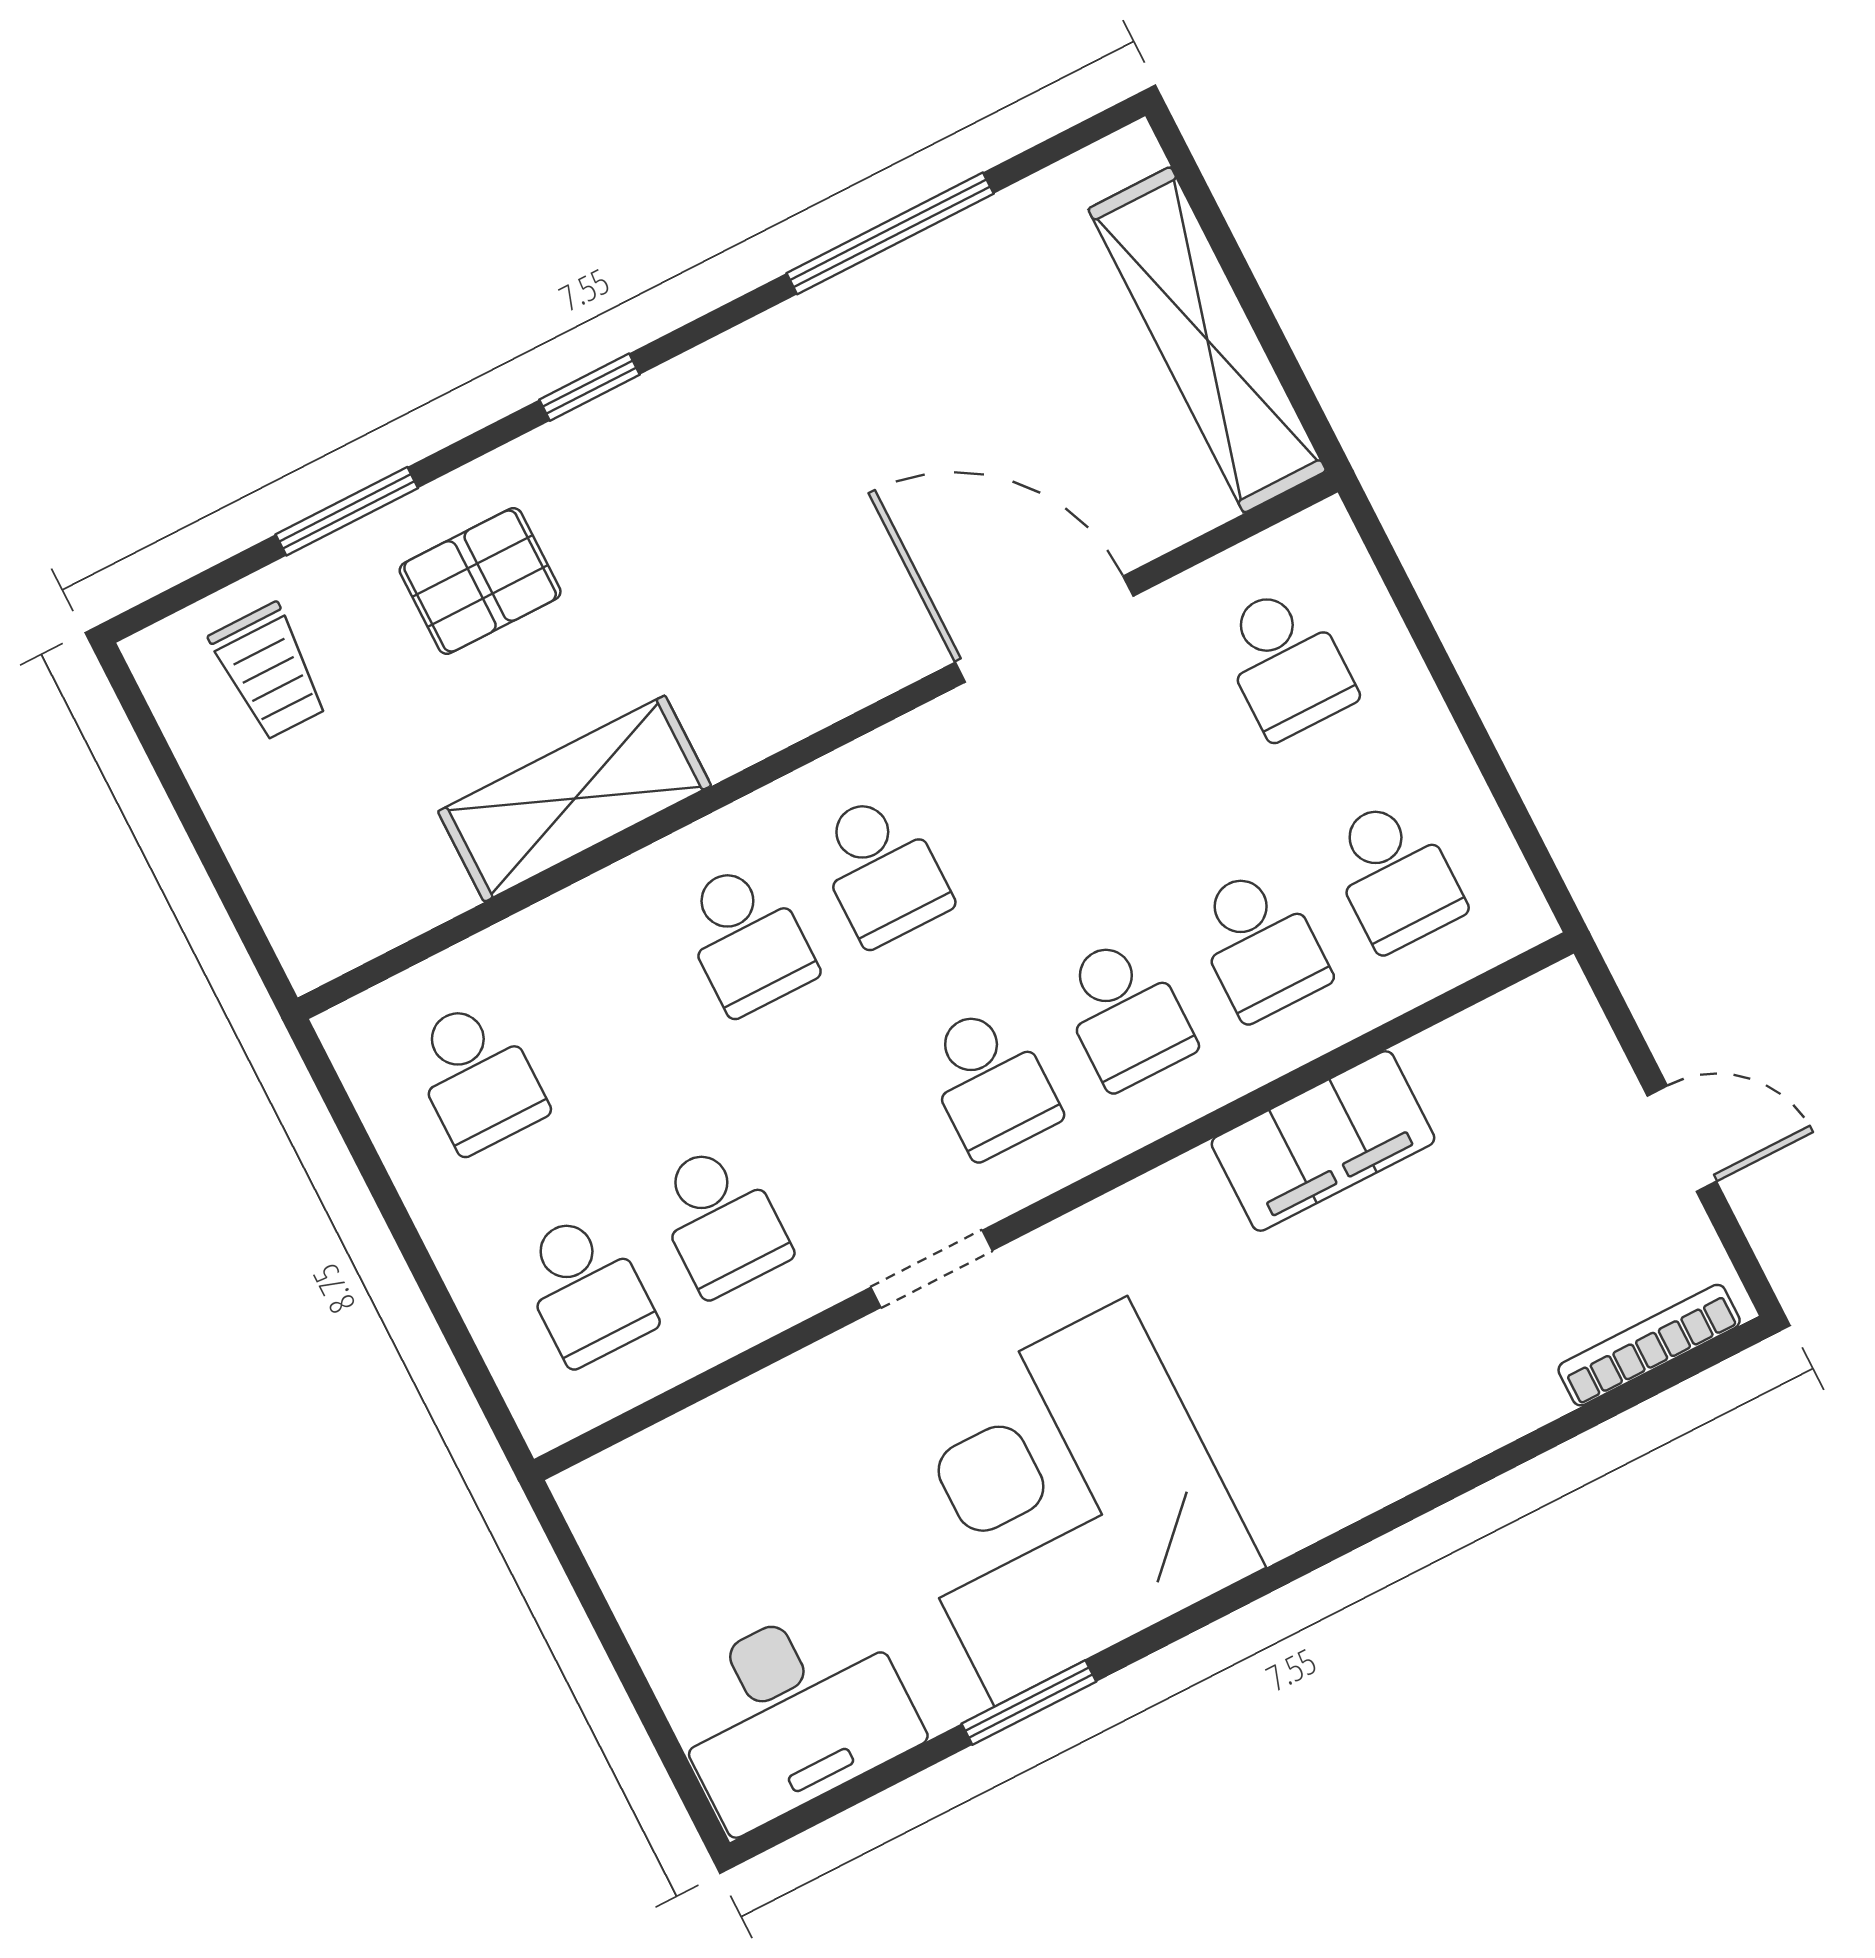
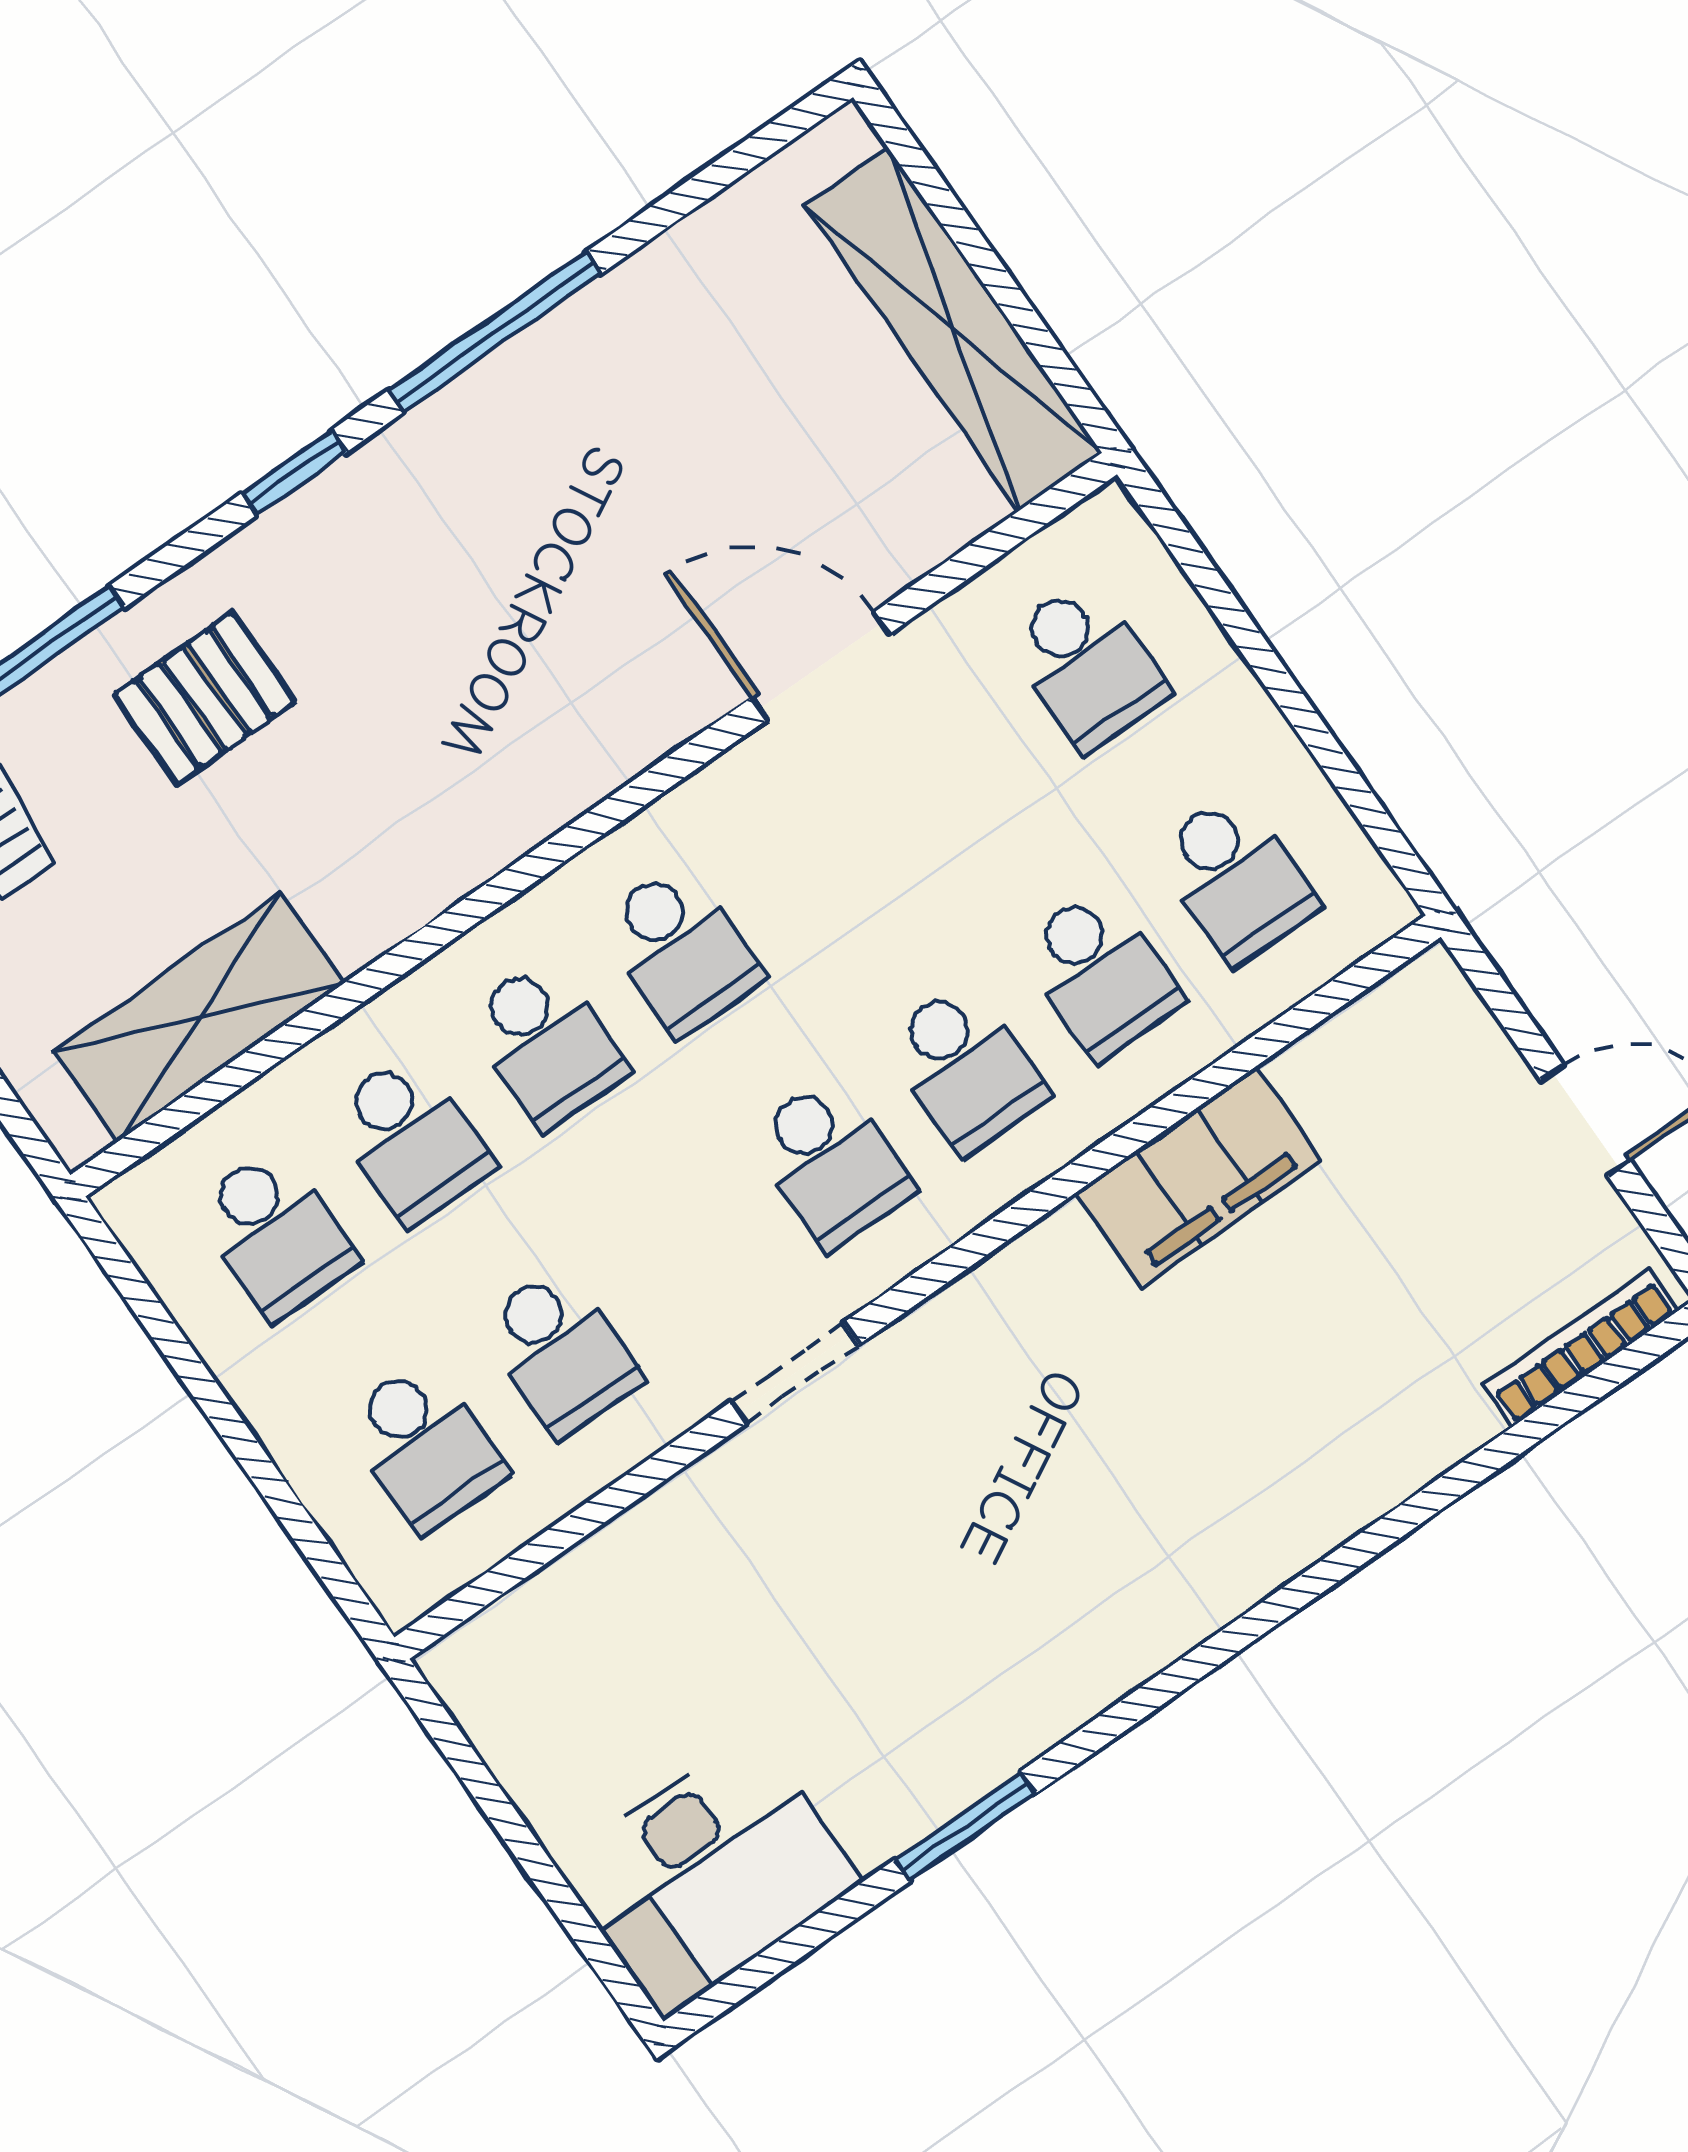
window: (890, 233) -> (495, 332), moved
door: (1044, 629) -> (821, 666), width x0.73
shelving: (575, 799) -> (199, 1017), moved
school desk: (612, 1007) -> (411, 1139), added
corner desk: (1061, 1501) -> (969, 1604), removed

